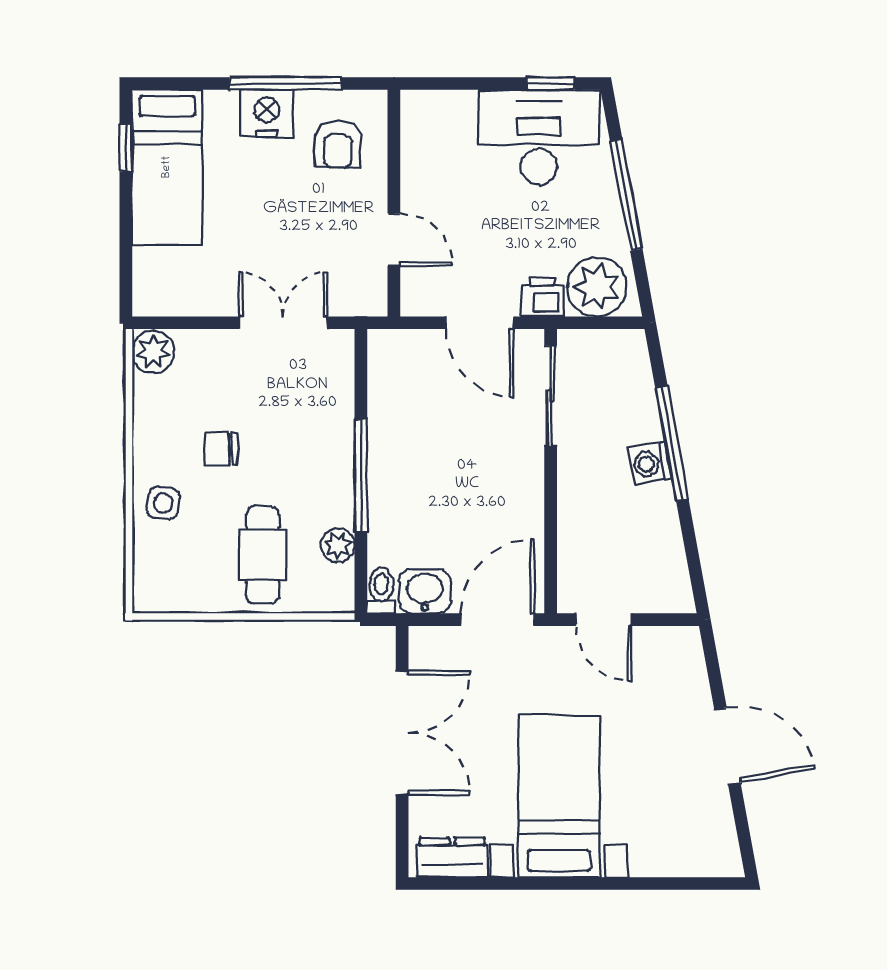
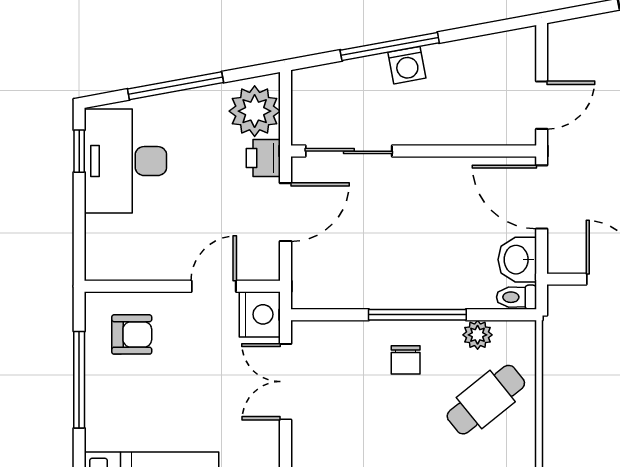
nightstand: (267, 113) -> (260, 314), moved, turned 180
chair: (221, 449) -> (406, 360), moved
cafe table: (263, 555) -> (486, 400), turned -39

